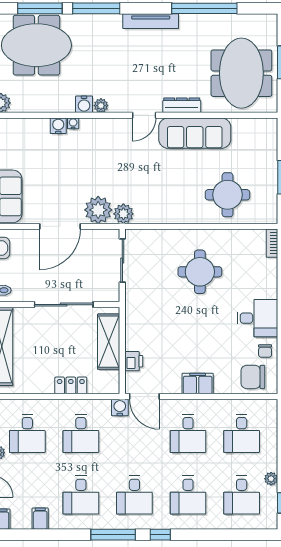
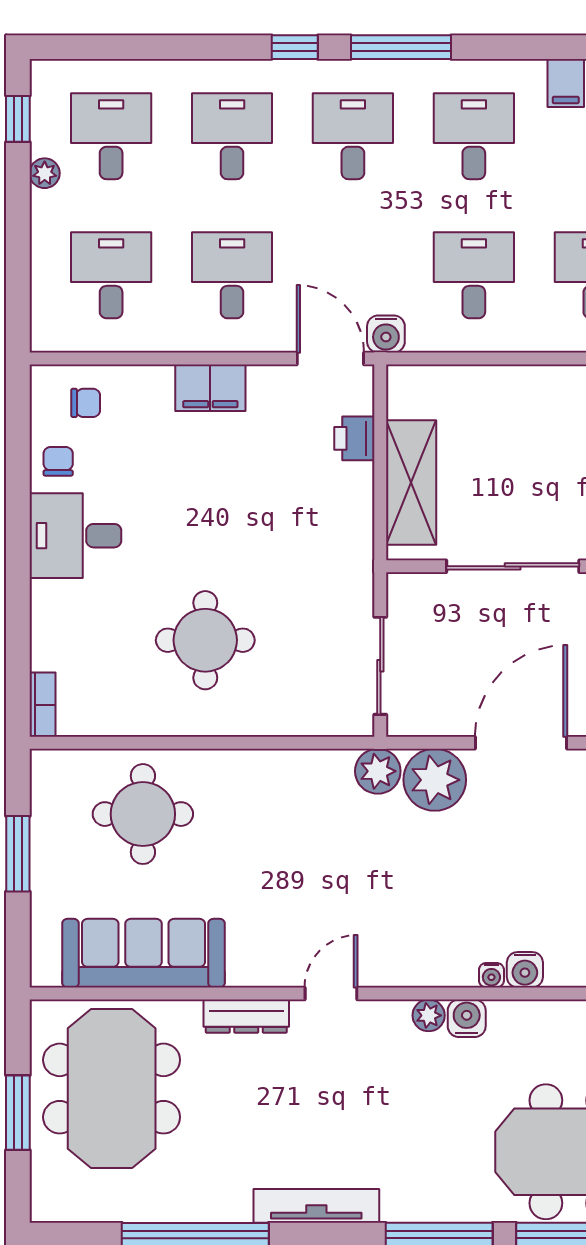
sofa: (195, 133) -> (144, 953), moved
chair: (253, 377) -> (86, 403), width x0.54, depth x0.54
locker: (71, 385) -> (497, 384), removed

